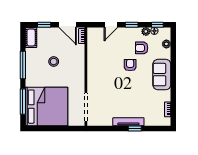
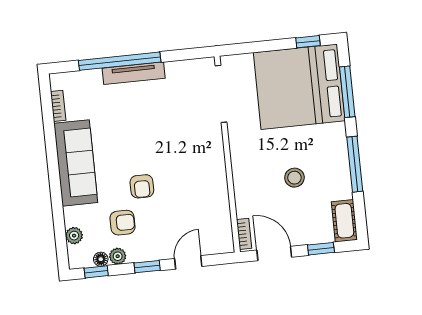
sofa: (162, 75) -> (76, 163), width x1.36
window: (40, 128) -> (308, 42), added
window: (135, 128) -> (120, 61), width x3.17

